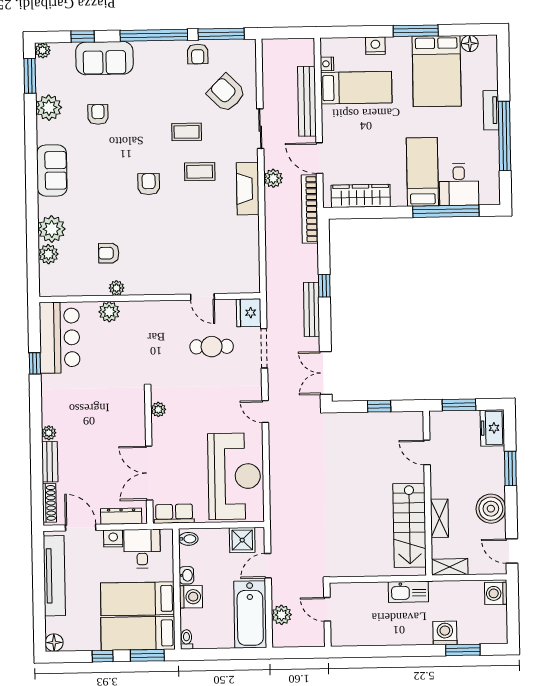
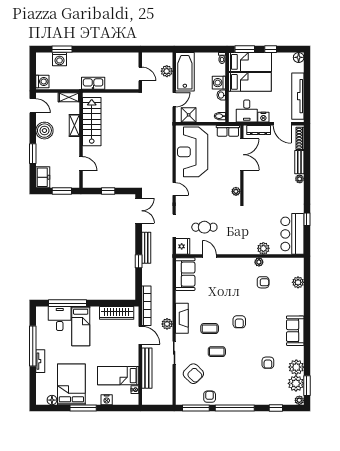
sofa: (104, 58) -> (185, 274), moved, turned 90
plant: (52, 229) -> (296, 383), moved
washing machine: (445, 633) -> (60, 59), moved

